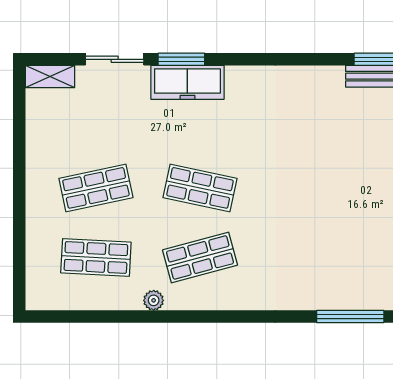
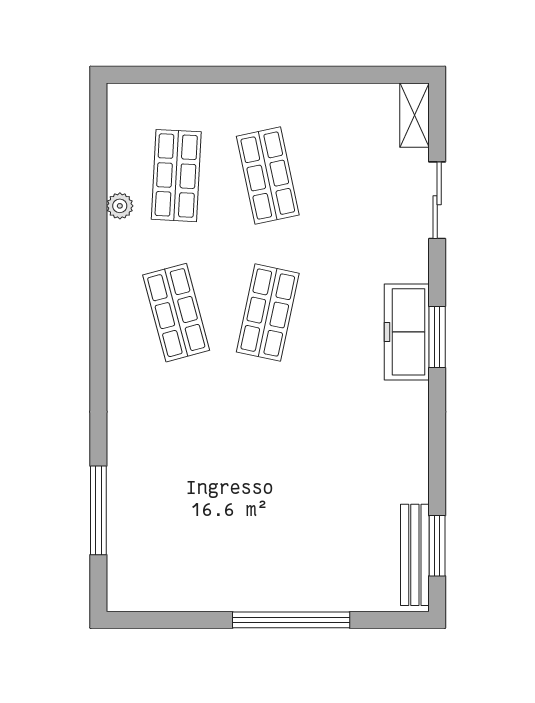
window: (181, 59) -> (437, 337), moved
freezer: (187, 82) -> (407, 332), moved
plant: (154, 300) -> (120, 206), moved

